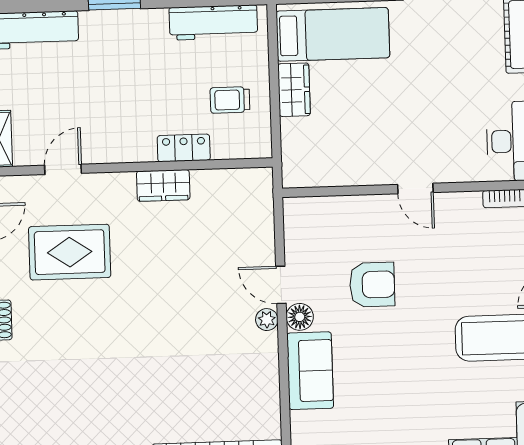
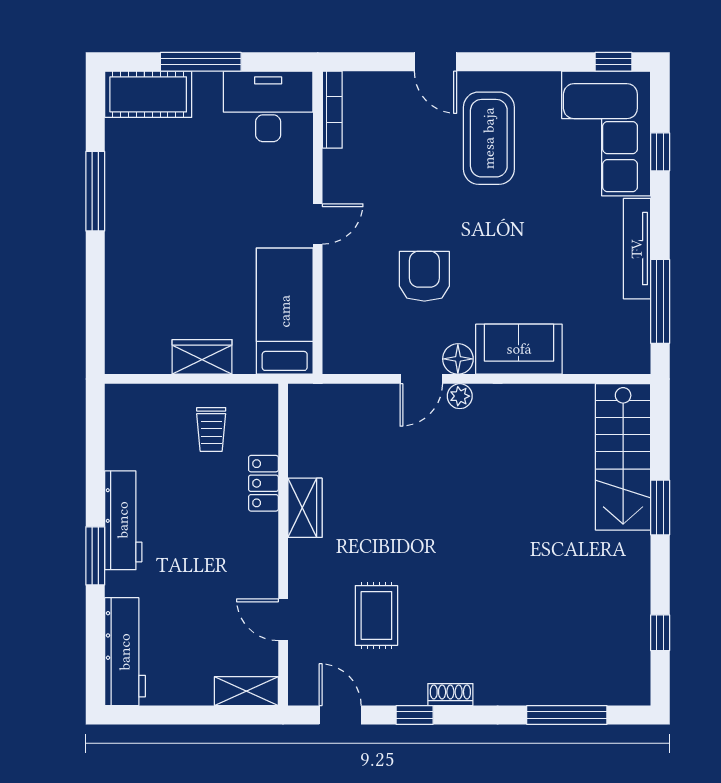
workbench: (213, 22) -> (123, 520), moved
bed: (333, 34) -> (285, 311), moved
rug: (70, 252) -> (376, 615), width x0.73, depth x0.70

